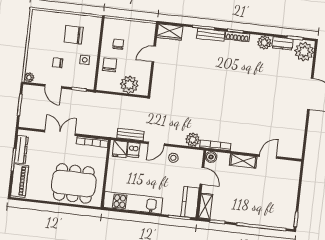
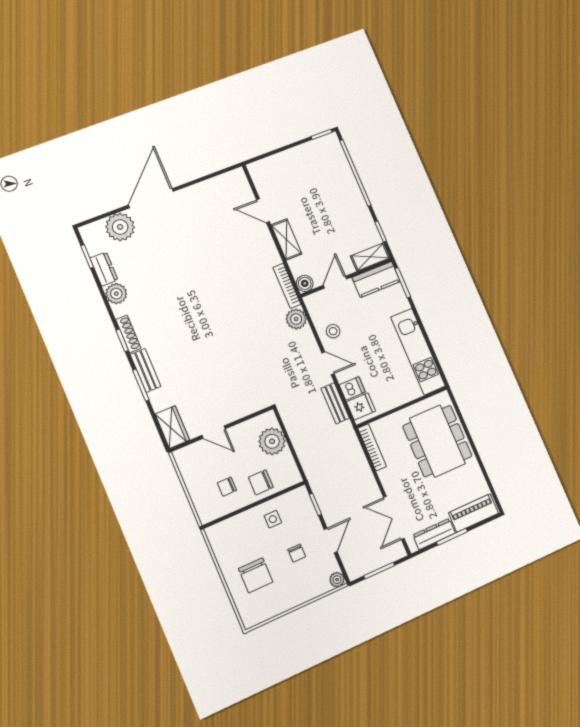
chair: (74, 35) -> (256, 575), moved
plant: (304, 52) -> (120, 227), moved
double door: (60, 133) -> (394, 518), moved

